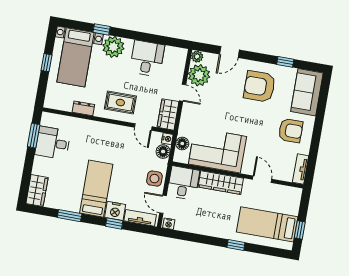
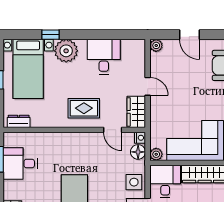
door: (229, 52) -> (189, 35), hinge flipped
plant: (199, 75) -> (156, 154), moved, width x0.53, depth x0.53
dresser: (83, 108) -> (19, 121), moved
floor lamp: (182, 143) -> (157, 140), removed

